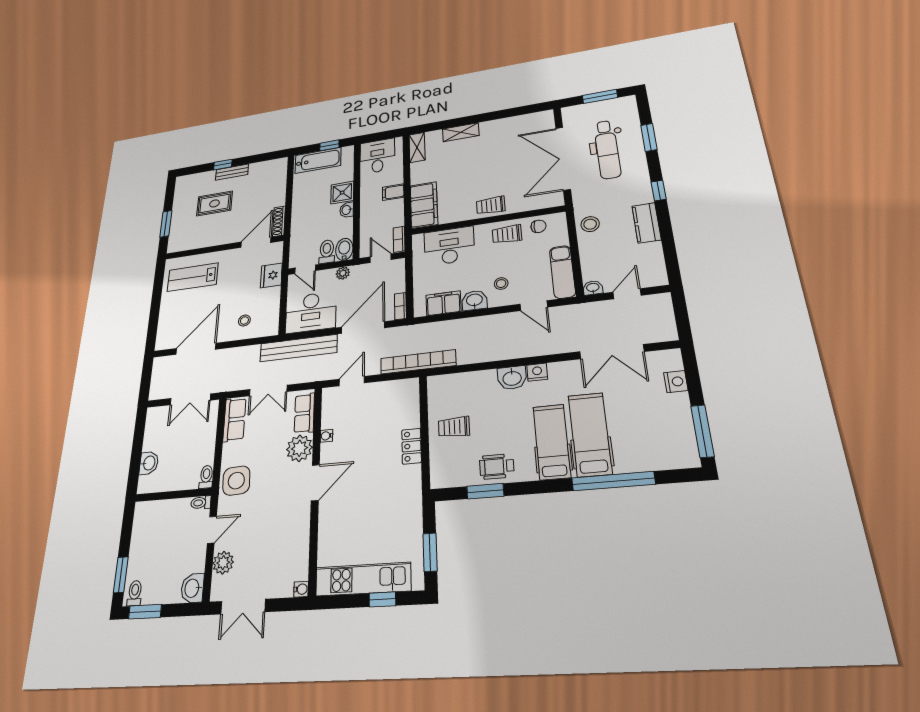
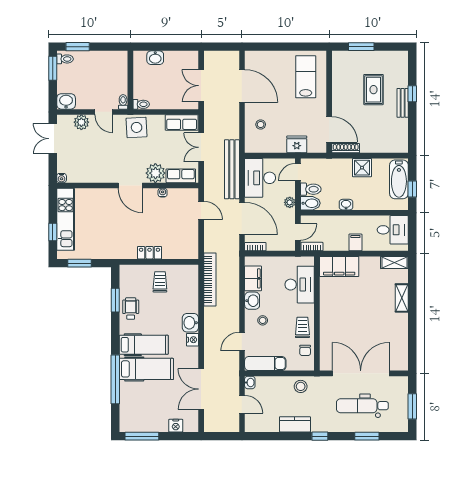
shower: (342, 193) -> (362, 168), moved
trolley: (491, 205) -> (329, 317), removed
bookcase: (418, 362) -> (210, 279), moved

